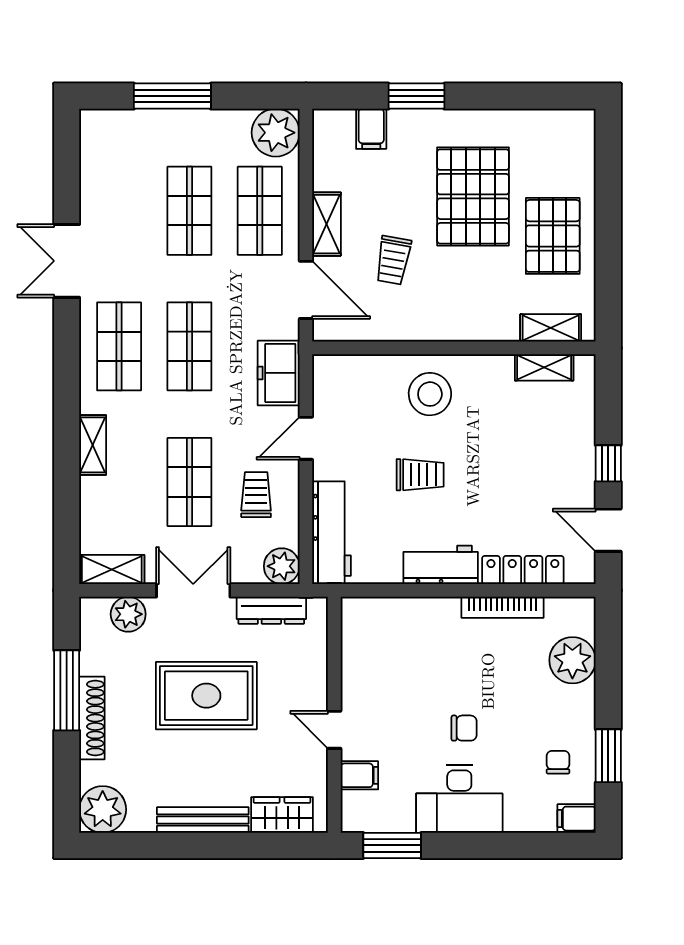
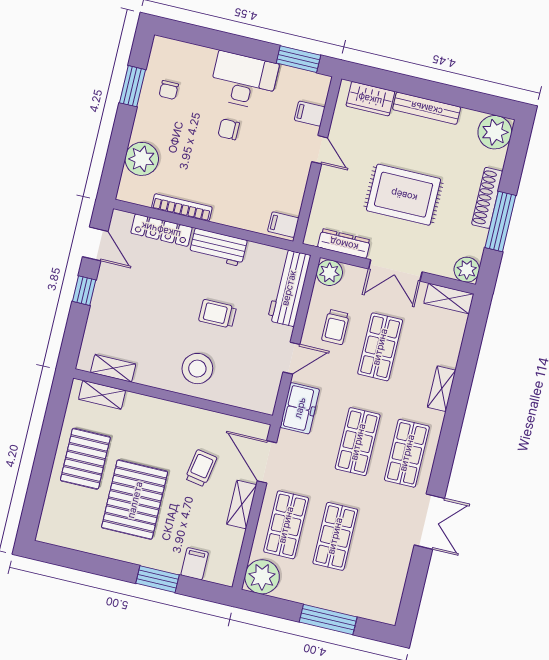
plant: (128, 614) -> (467, 270), moved
filing cabinet: (577, 819) -> (283, 225), moved, turned 180

